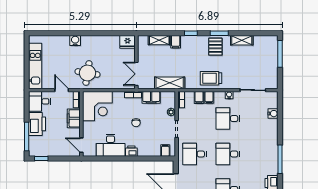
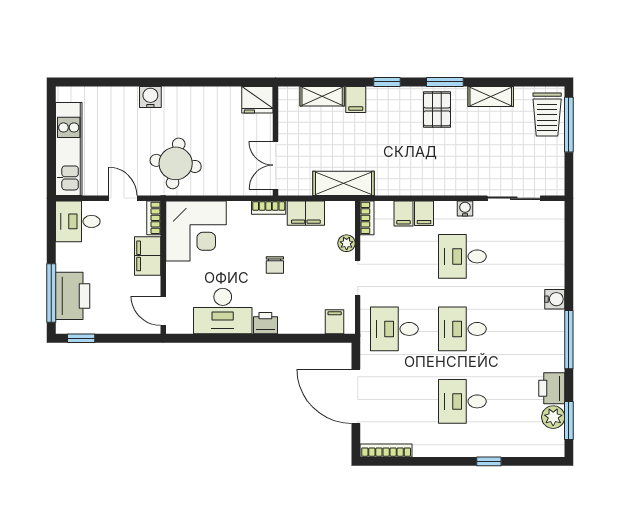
trolley: (211, 78) -> (547, 115), moved, turned -90
water cooler: (273, 114) -> (555, 299), moved
printer: (37, 124) -> (73, 296), moved

